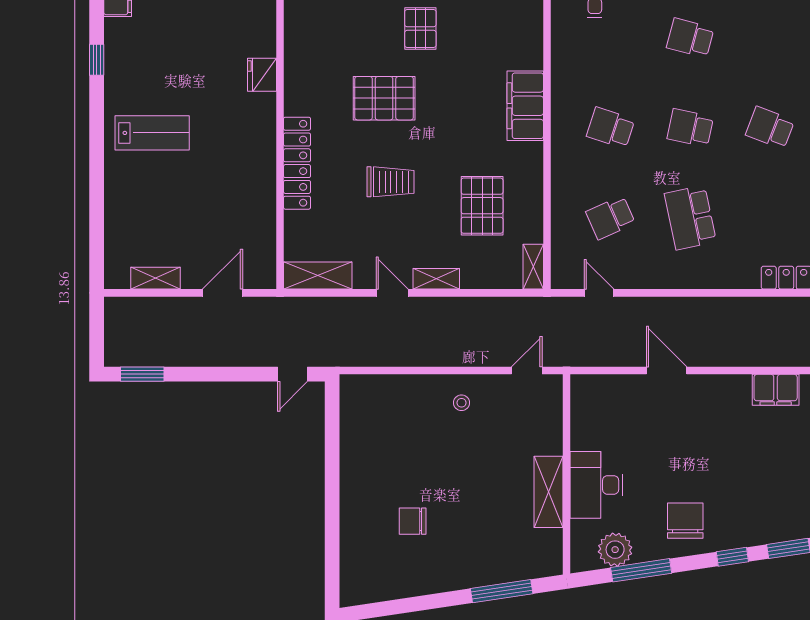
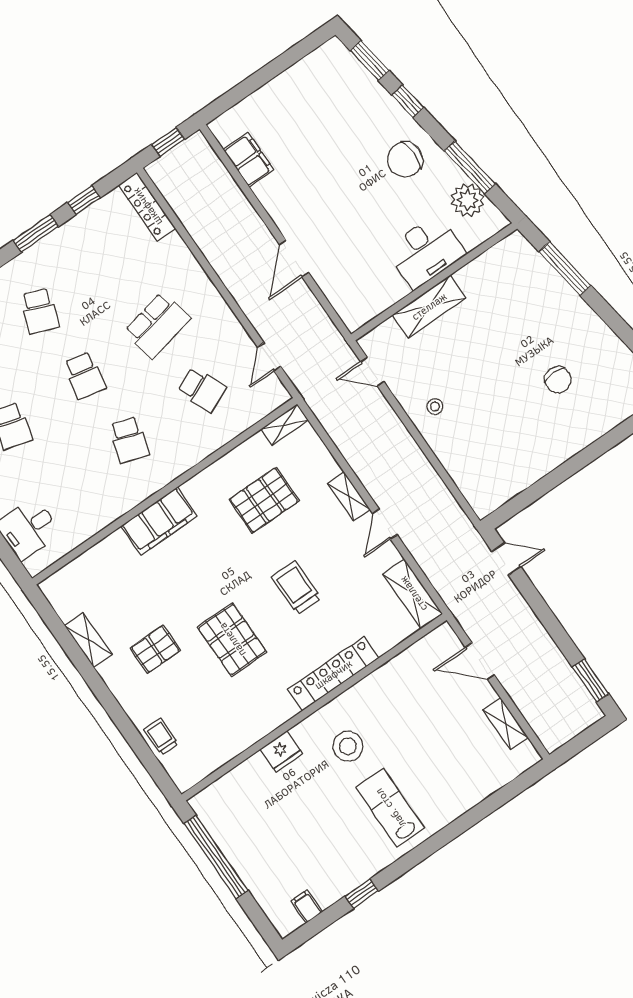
stool: (228, 133) -> (348, 746), added
shelving: (548, 492) -> (429, 306), moved

